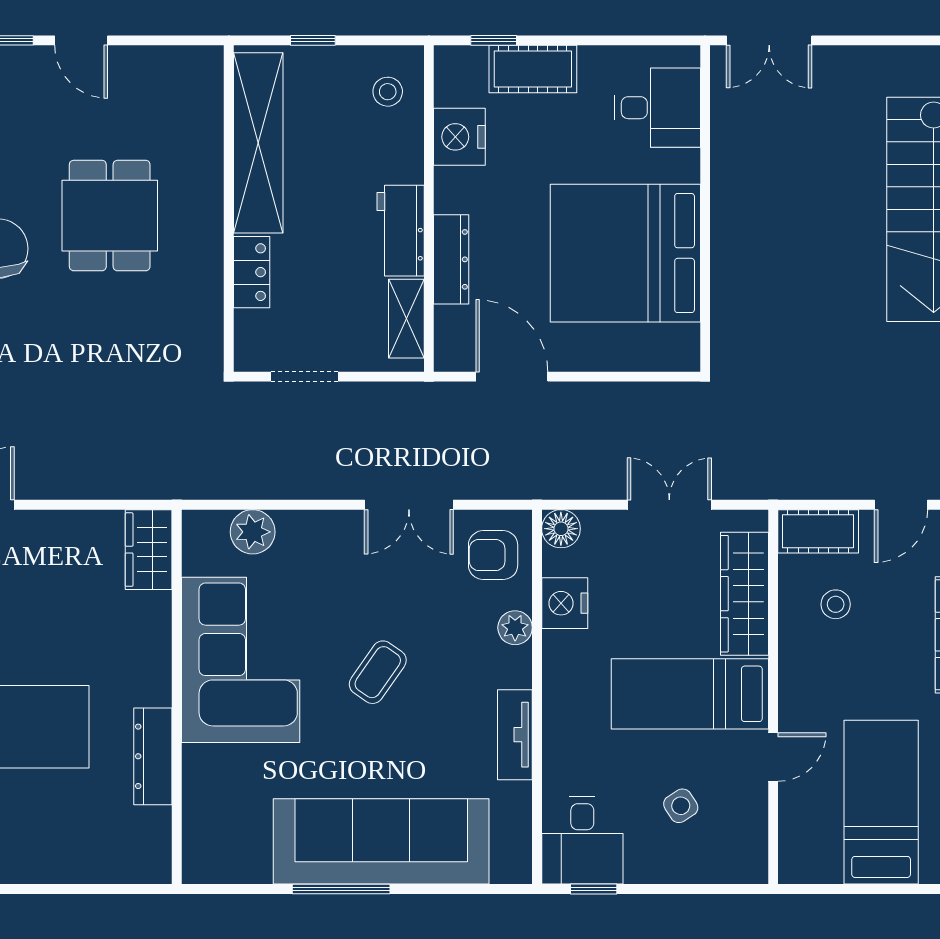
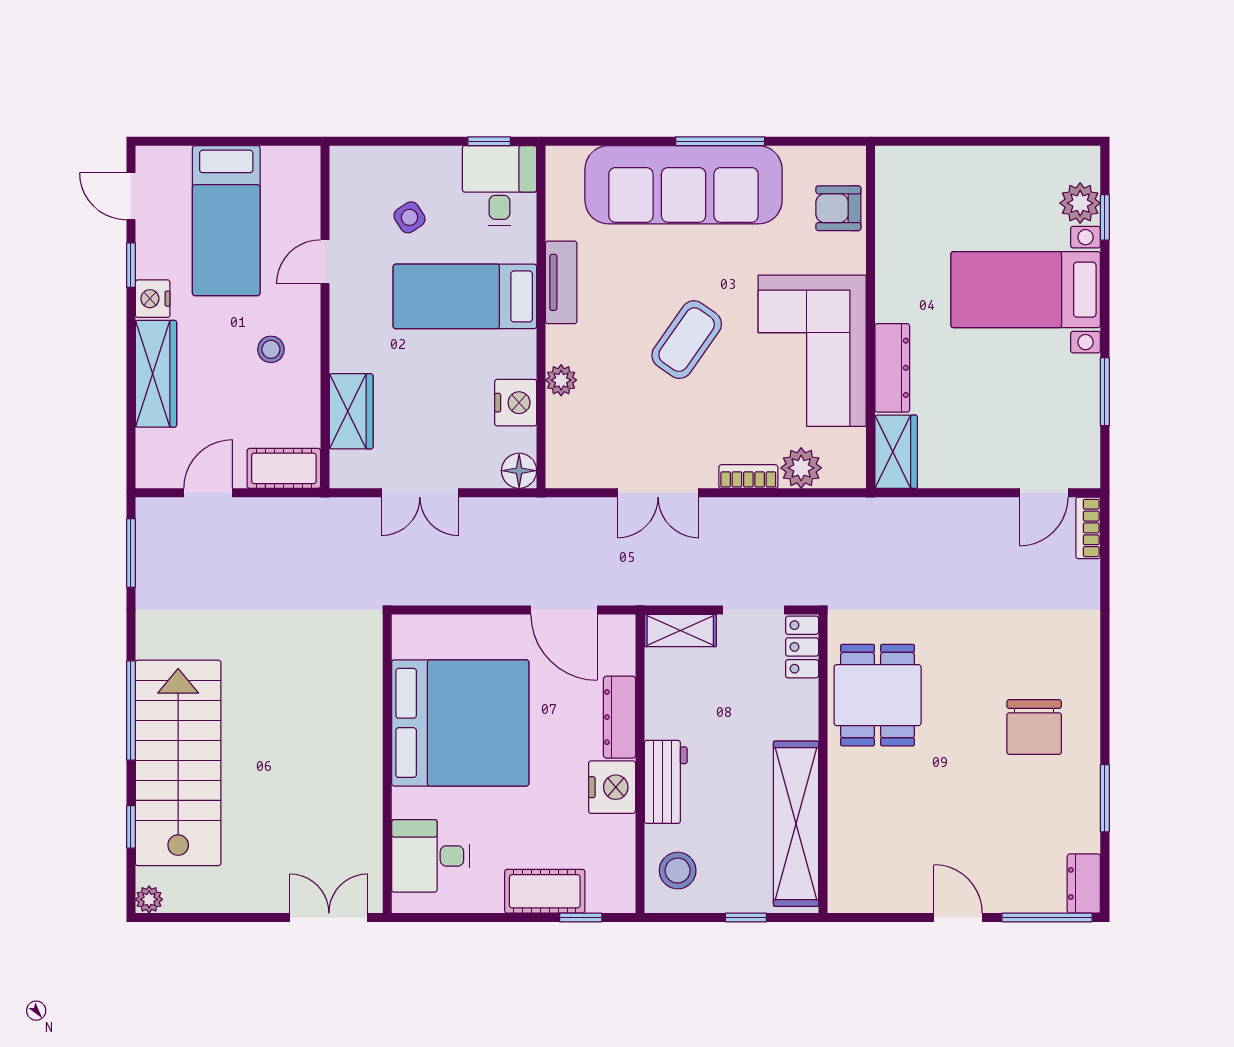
stool: (388, 92) -> (678, 871), width x1.37, depth x1.37
nightstand: (459, 137) -> (612, 787), moved
dining table: (110, 216) -> (878, 695), moved
workbench: (401, 231) -> (666, 782), moved
locker: (252, 272) -> (802, 647), moved
shelving: (406, 319) -> (680, 631), moved, turned 90
double door: (409, 505) -> (658, 493), swing flipped
bookcase: (310, 522) -> (748, 477), added
armchair: (493, 555) -> (838, 208), moved, turned 180
wardrobe: (744, 594) -> (351, 411), width x0.67
stool: (836, 604) -> (271, 349), moved
coffee table: (378, 672) -> (687, 340), width x1.36, depth x1.30
bed: (690, 694) -> (465, 296), moved, turned 180
dresser: (153, 756) -> (892, 368), moved

